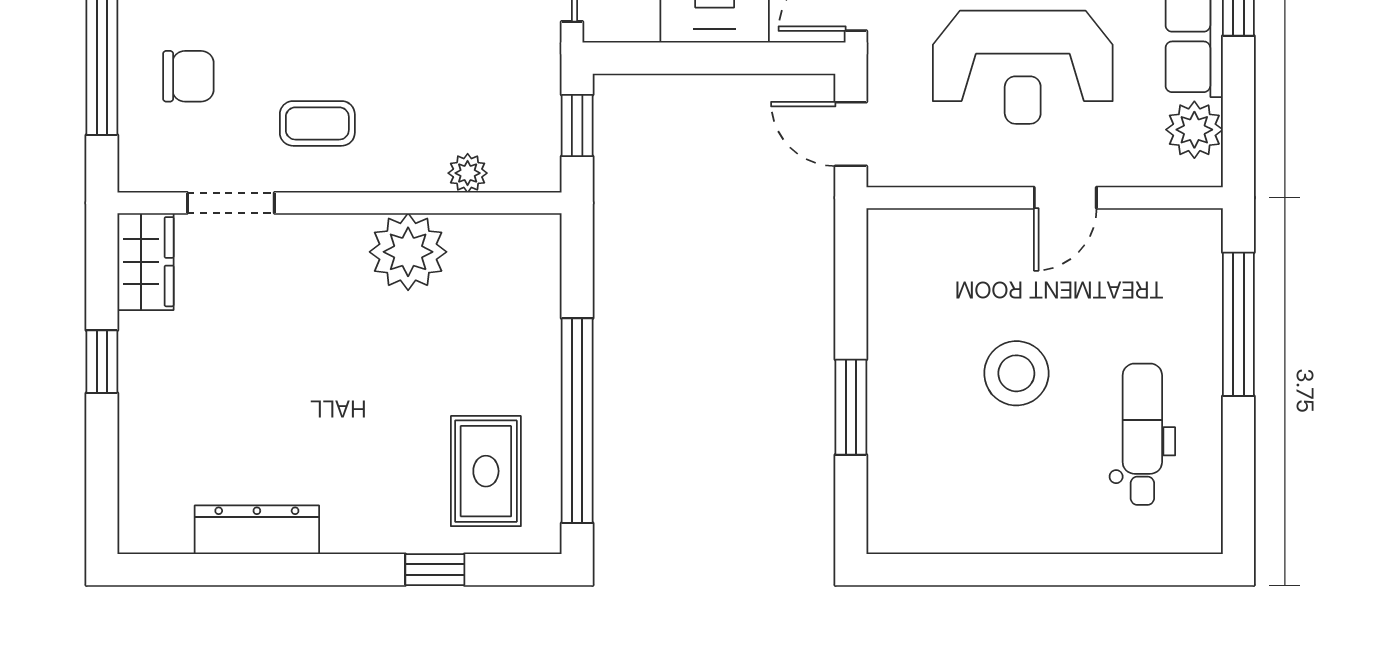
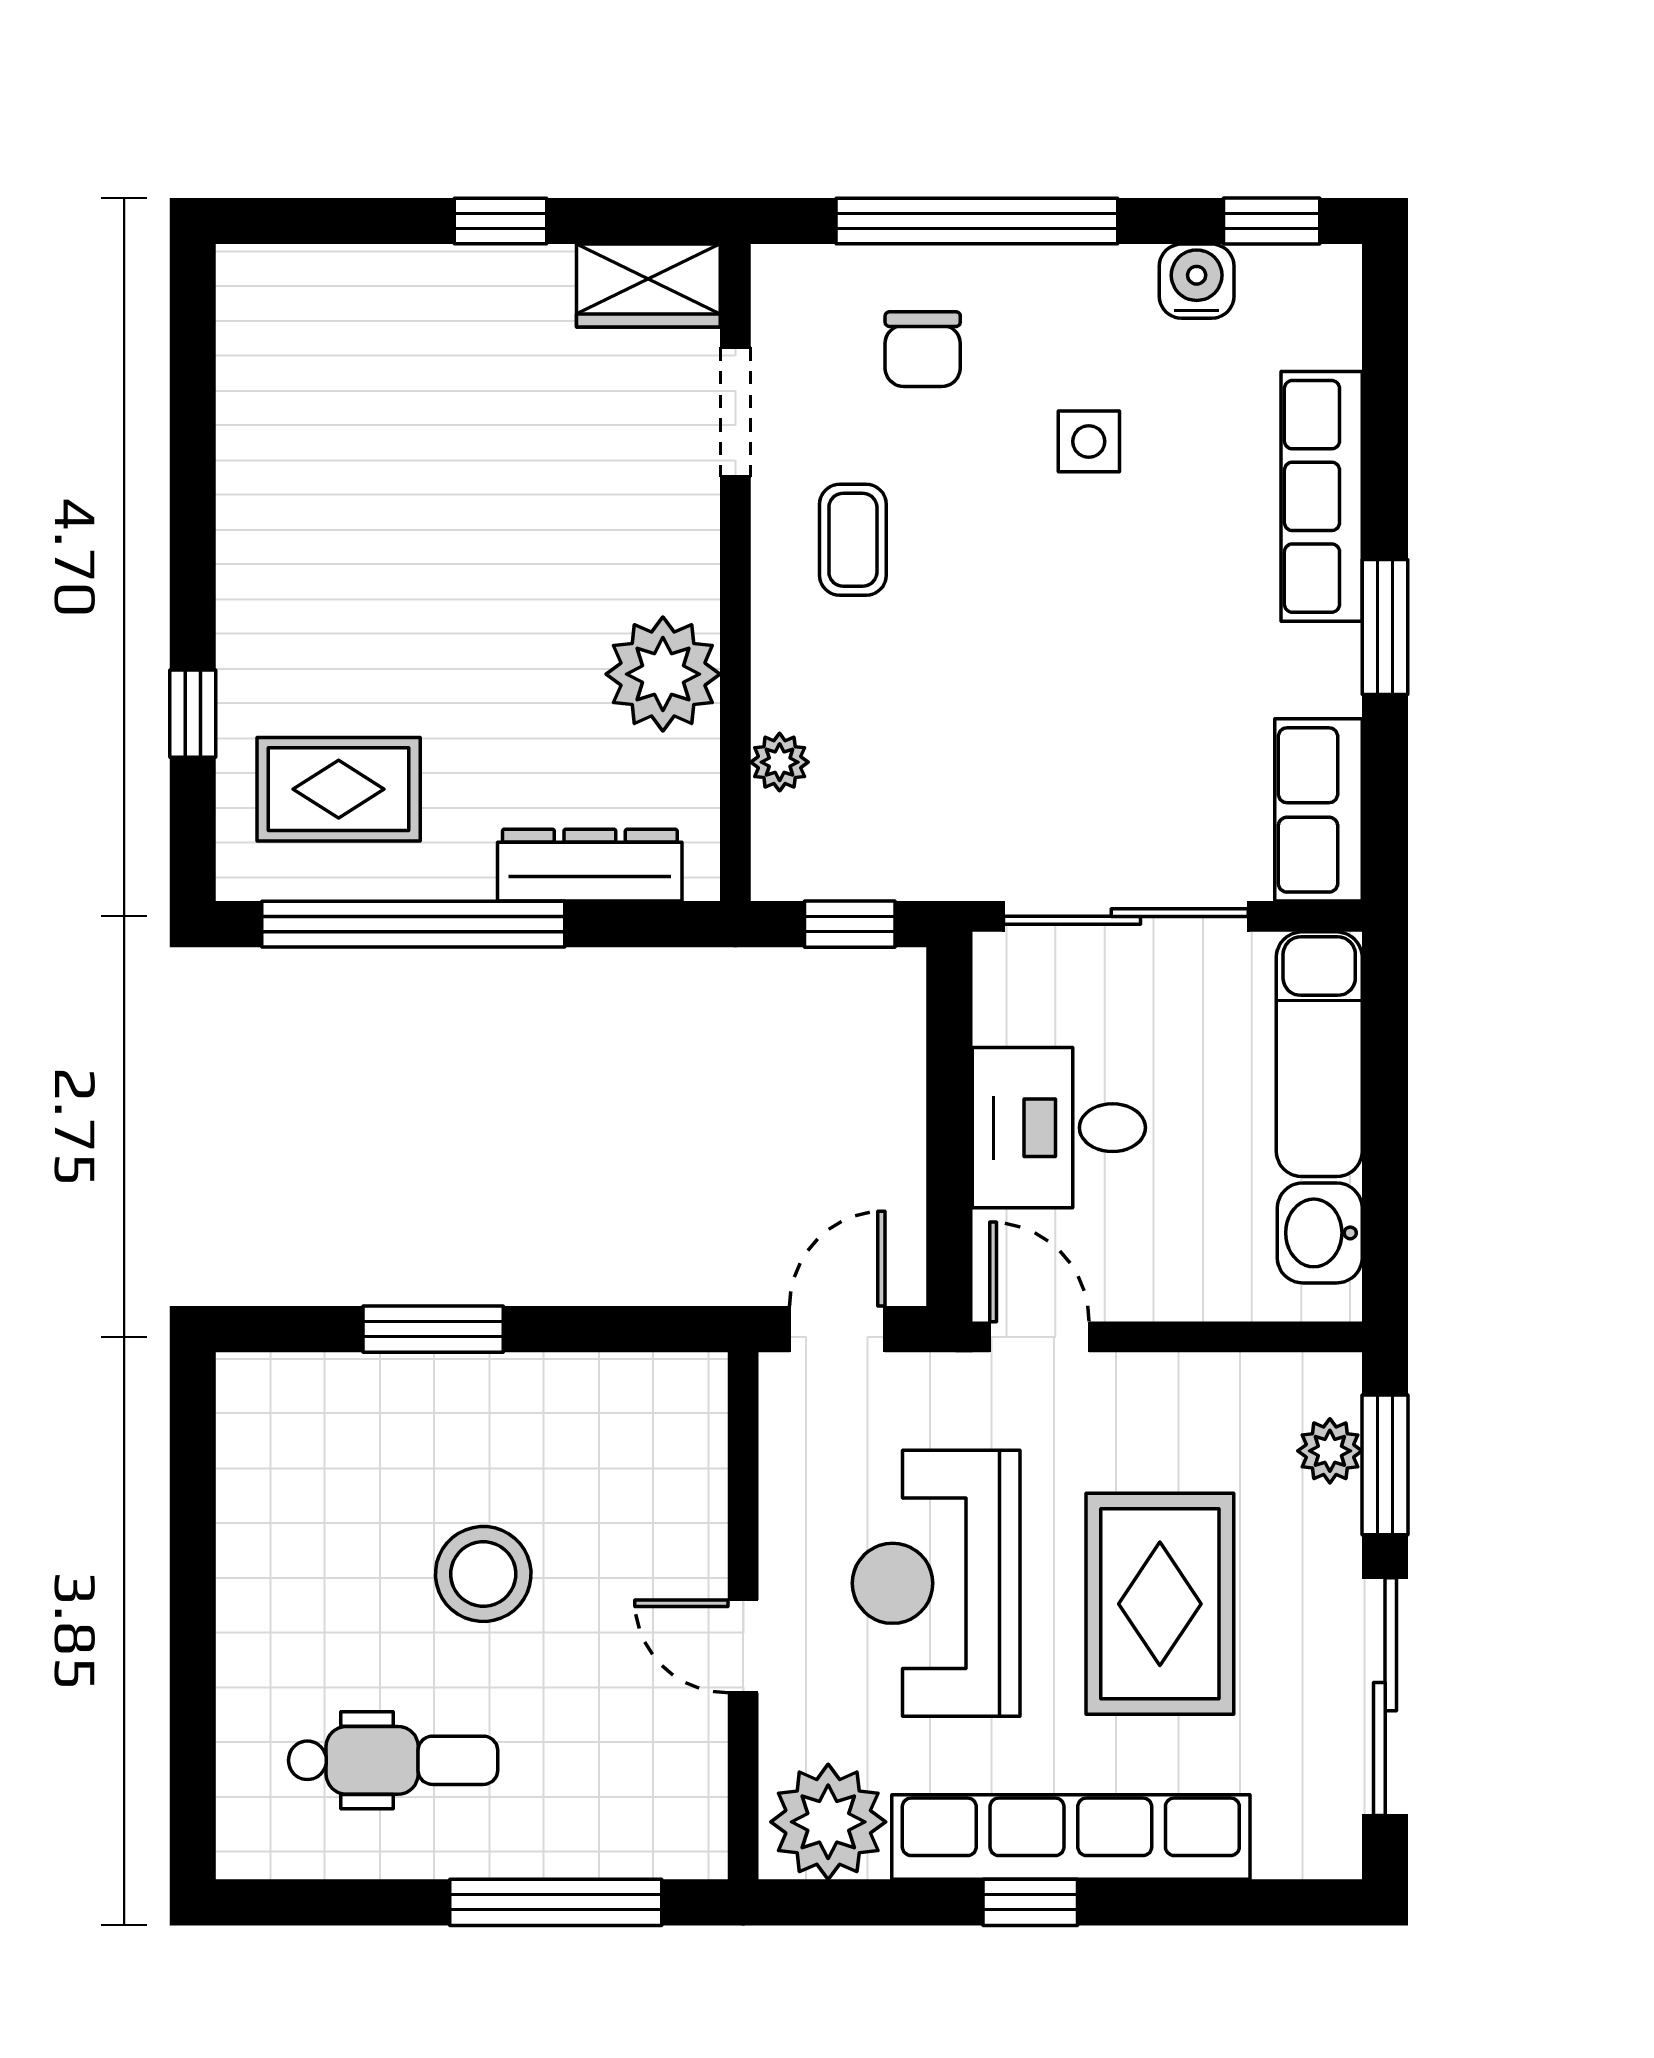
plant: (1194, 130) -> (828, 1822), width x1.36, depth x1.36
dresser: (257, 530) -> (590, 865), moved, turned -90

